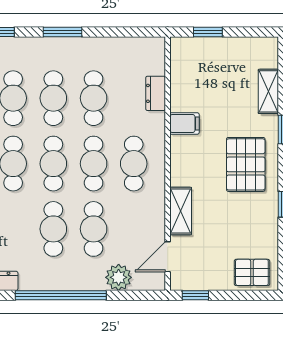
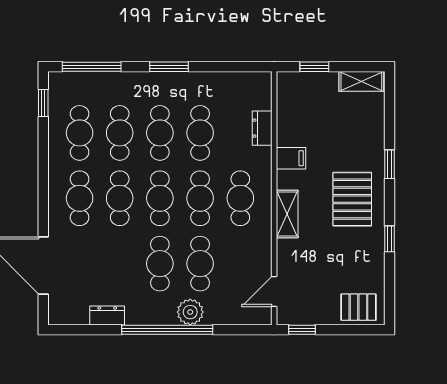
shelving: (268, 91) -> (361, 81), moved, turned 90
shelving: (181, 211) -> (287, 214), moved
plant: (119, 277) -> (190, 312), moved

